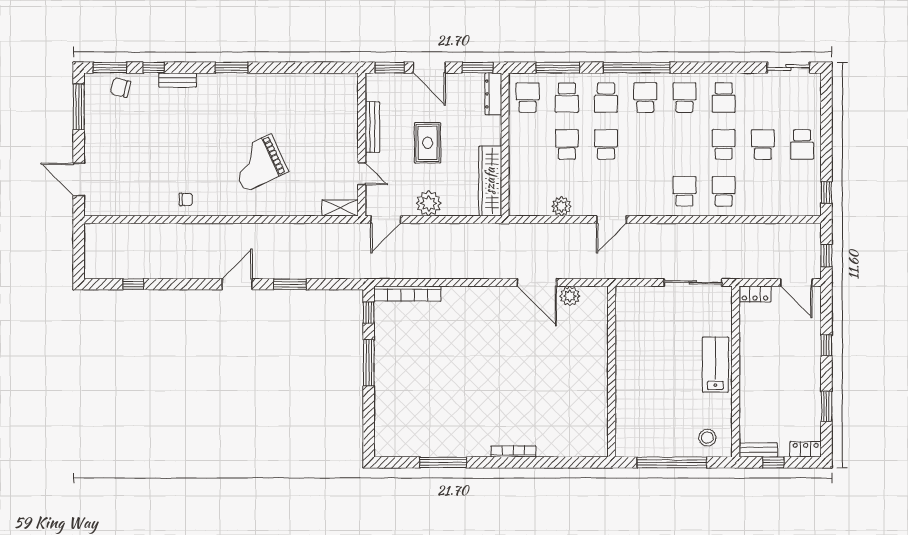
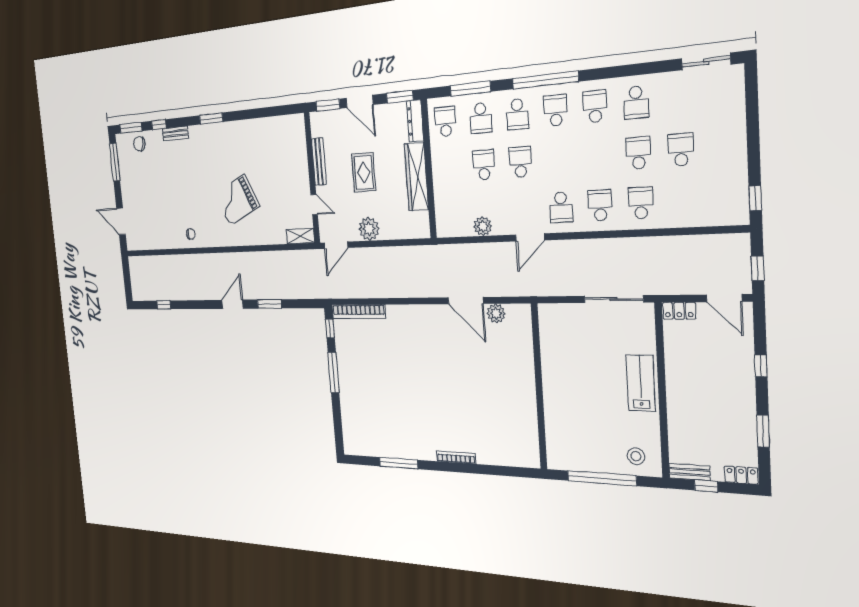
school desk: (802, 144) -> (561, 207), moved
wardrobe: (490, 181) -> (416, 177), moved

